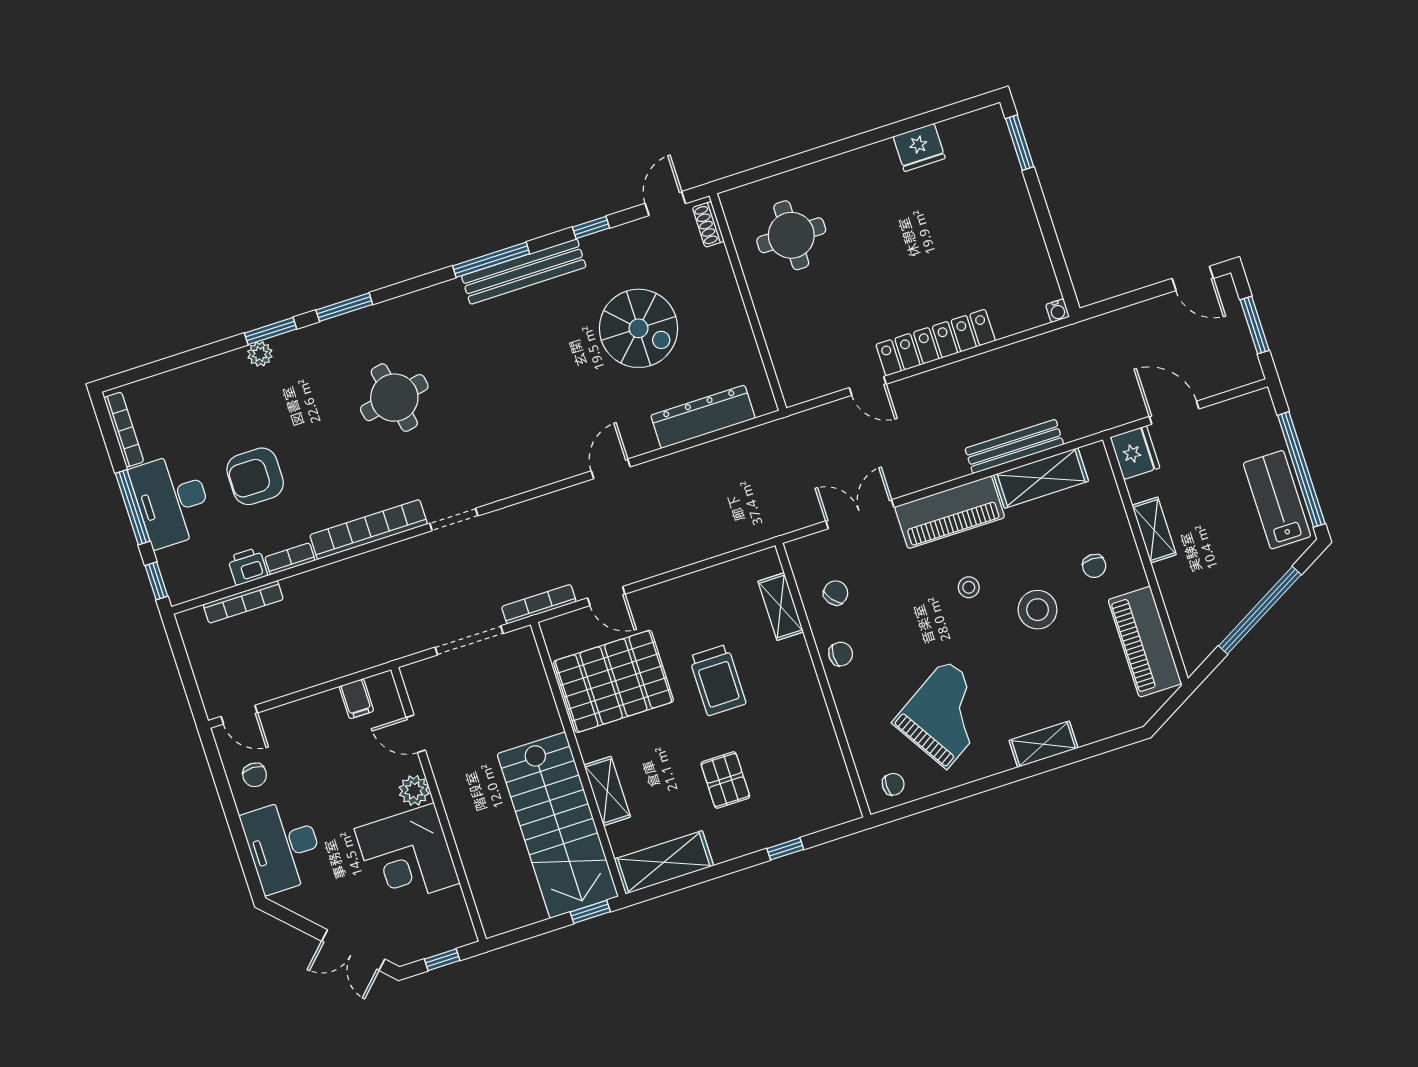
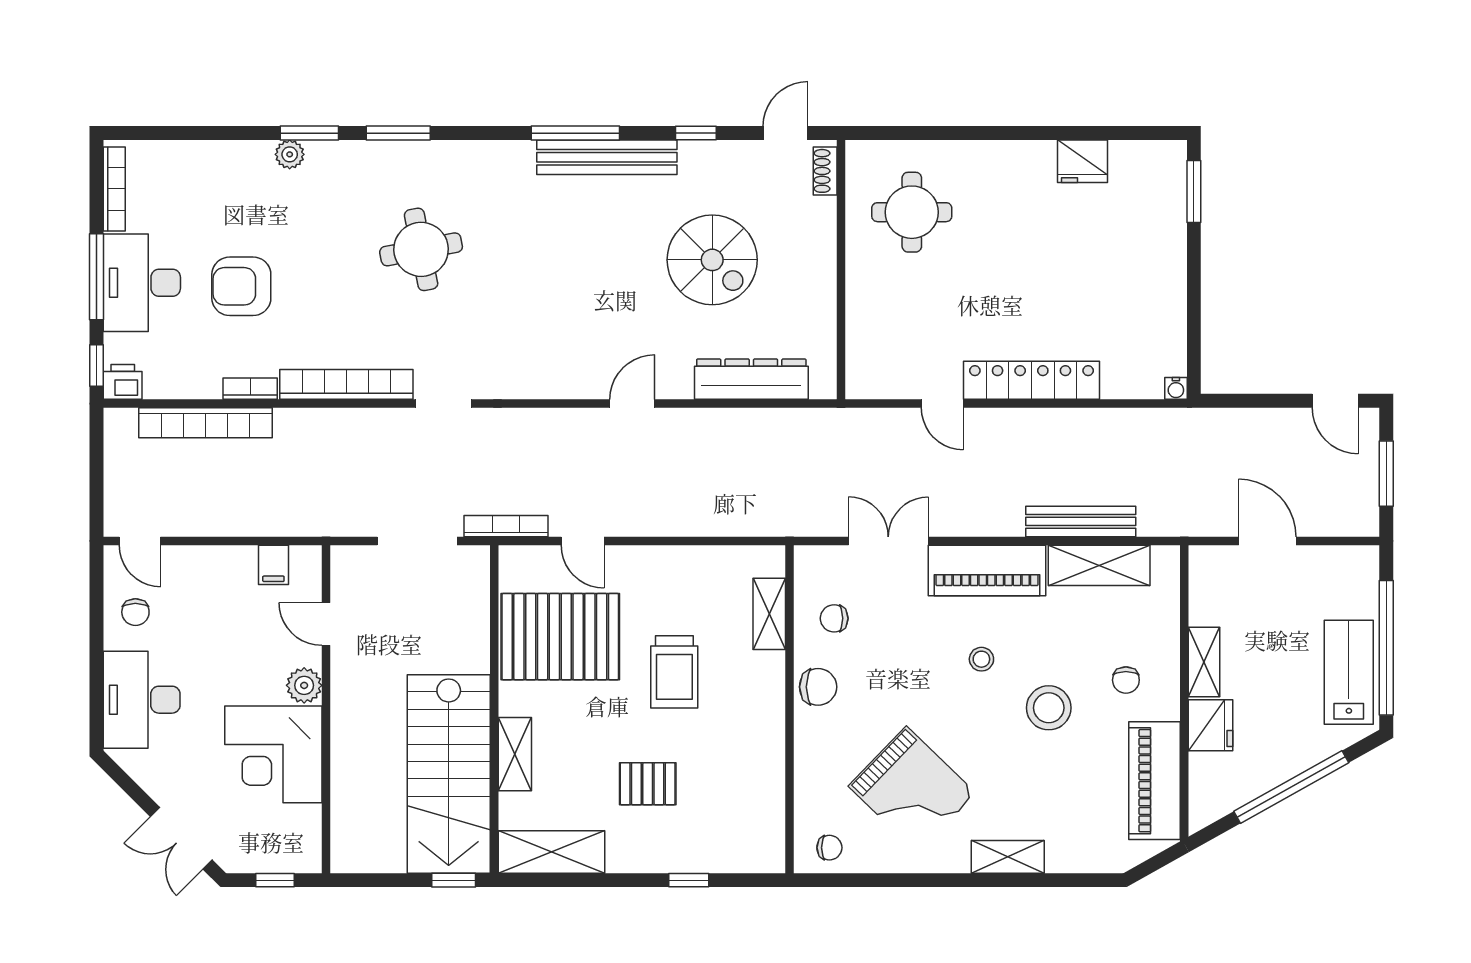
fridge: (1135, 453) -> (1210, 725), moved
printer: (247, 566) -> (123, 382), moved
chair: (836, 593) -> (834, 618), turned -142
bookcase: (243, 602) -> (206, 423), width x1.48, depth x1.31
chair: (841, 654) -> (818, 687), width x1.37, depth x1.37
grand piano: (946, 714) -> (912, 790), turned 76
pallet: (725, 780) -> (648, 784), turned 90

